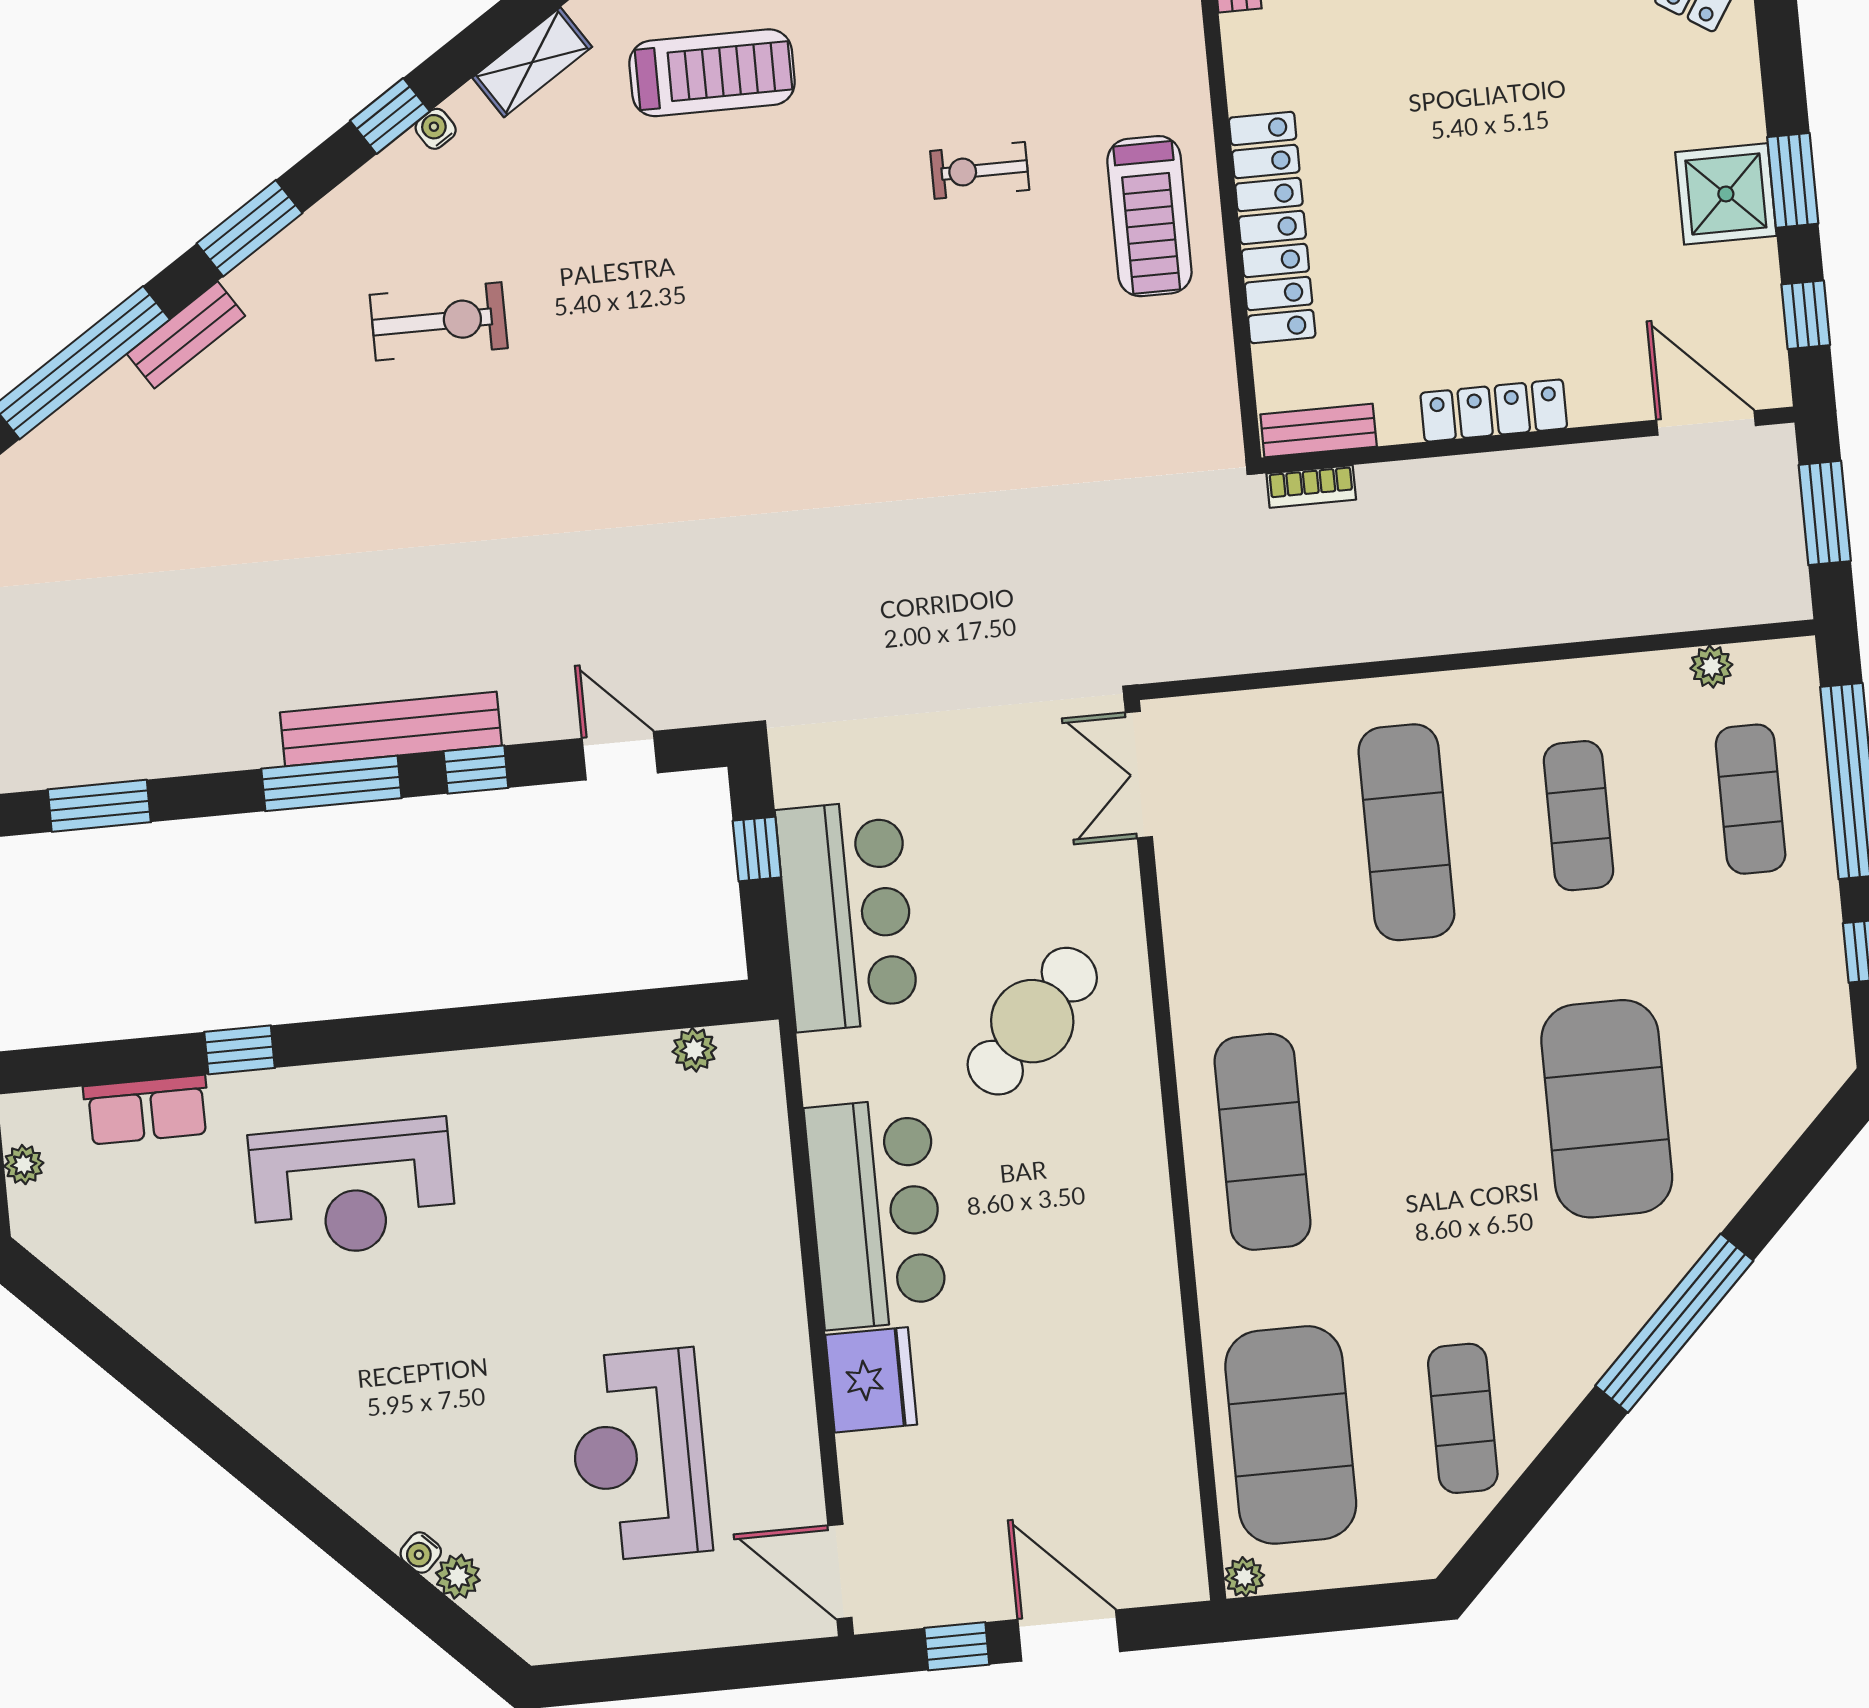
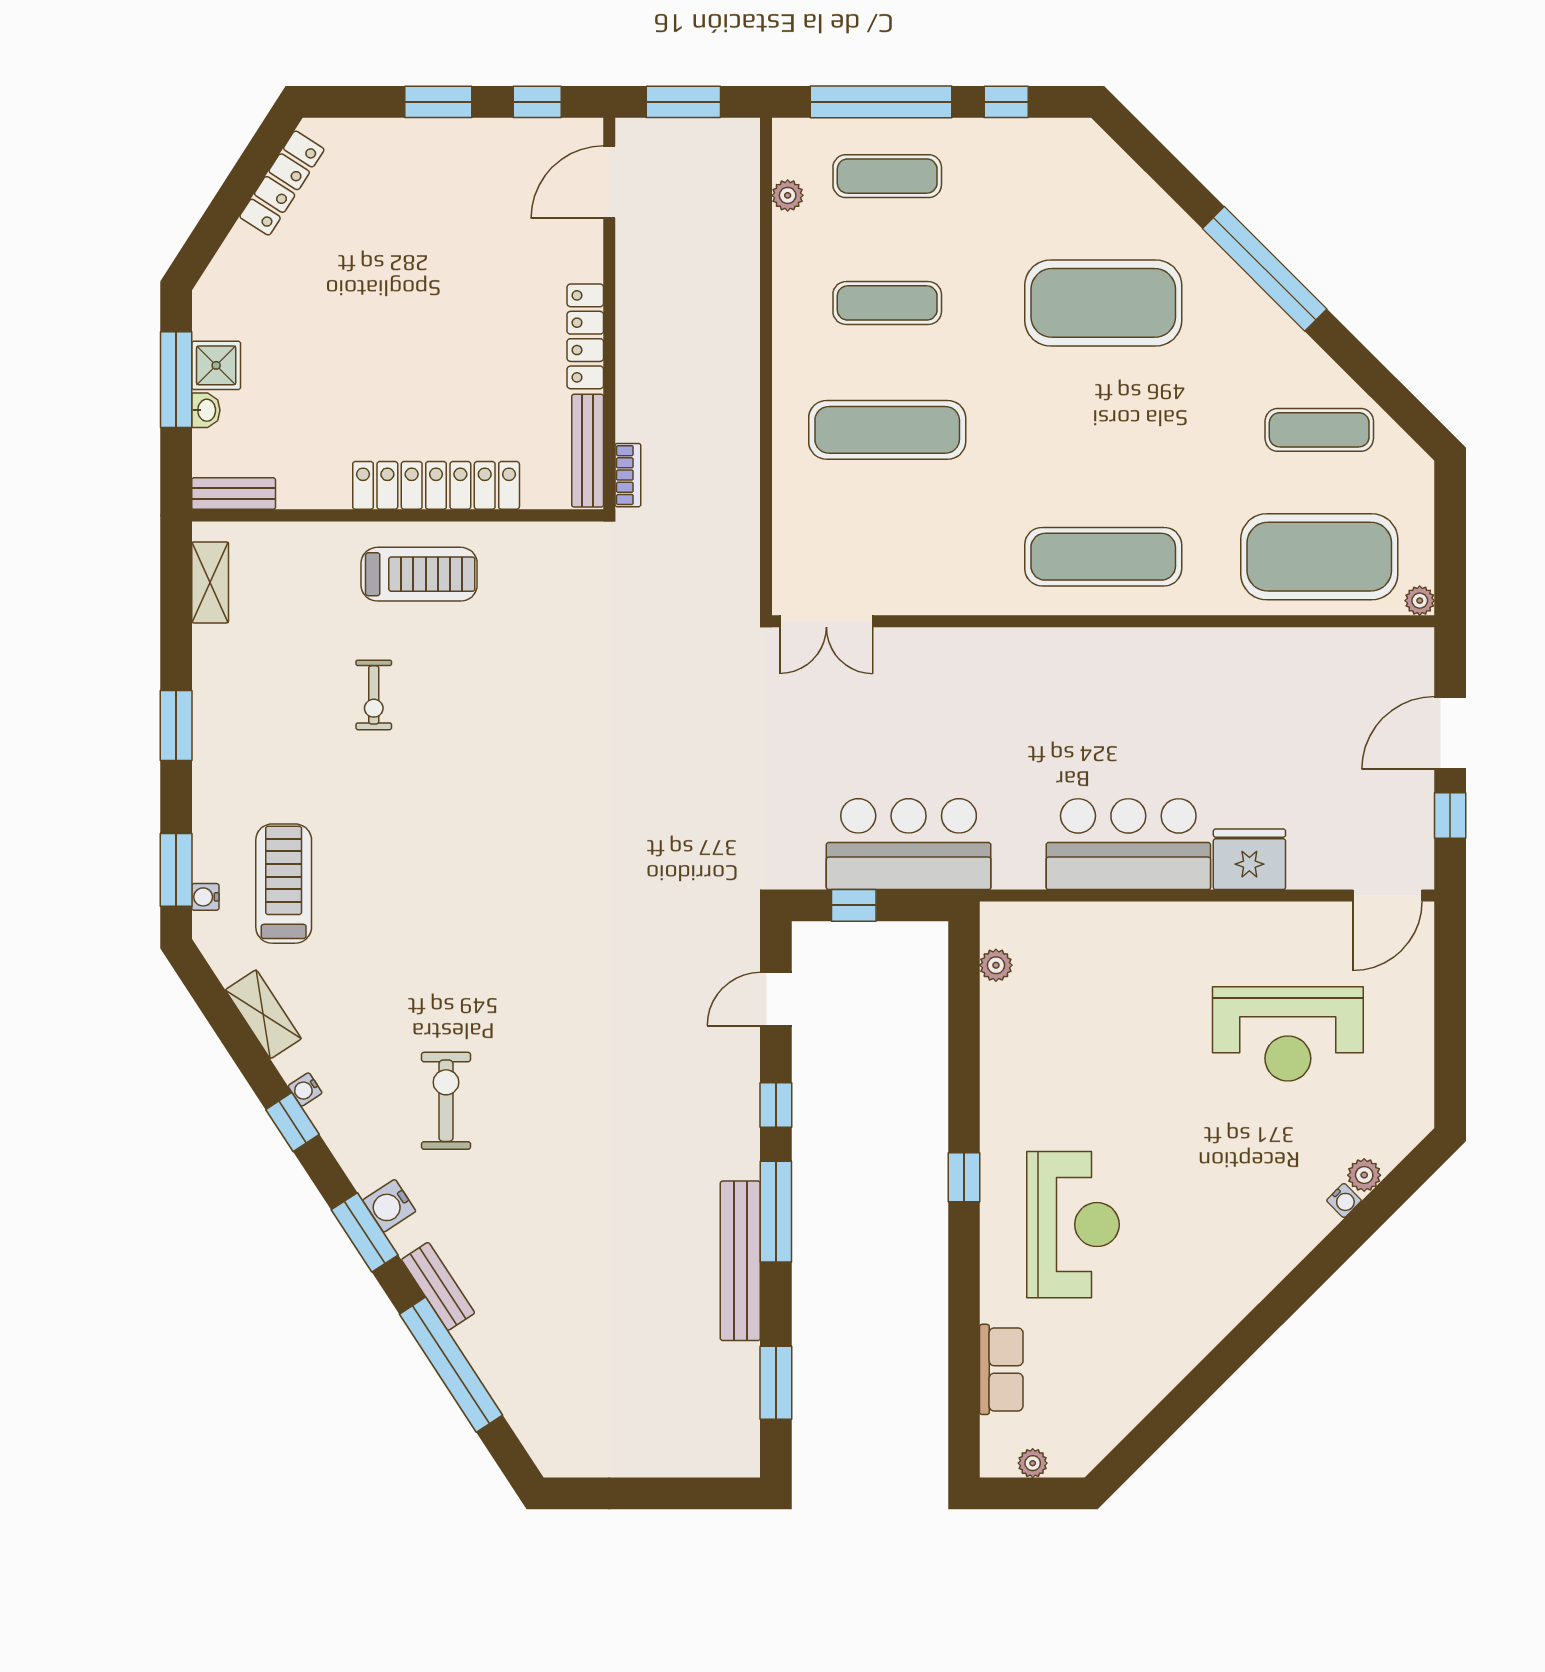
shower: (1726, 194) -> (443, 152), removed
water cooler: (289, 258) -> (389, 1206), added
bench: (1319, 431) -> (588, 451), width x1.36
bench: (391, 729) -> (740, 1261), moved
cafe table: (1032, 1021) -> (999, 716), removed
window: (240, 1050) -> (964, 1177), moved

